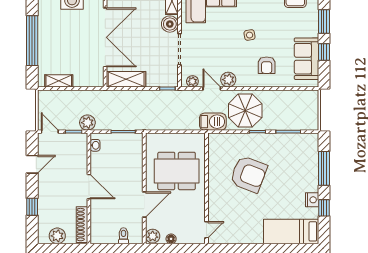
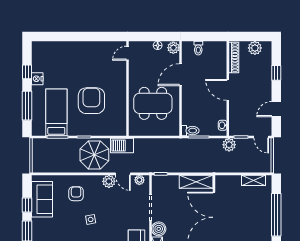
toilet: (133, 139) -> (190, 131), added
armchair: (249, 174) -> (91, 101), turned 69
bed: (291, 231) -> (56, 112), moved, turned -90

